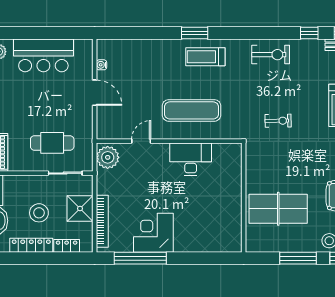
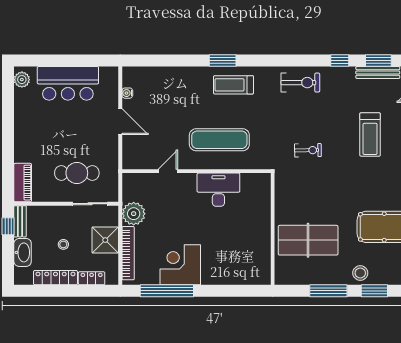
plant: (108, 157) -> (134, 214), moved
stool: (39, 213) -> (63, 244), width x0.53, depth x0.53

